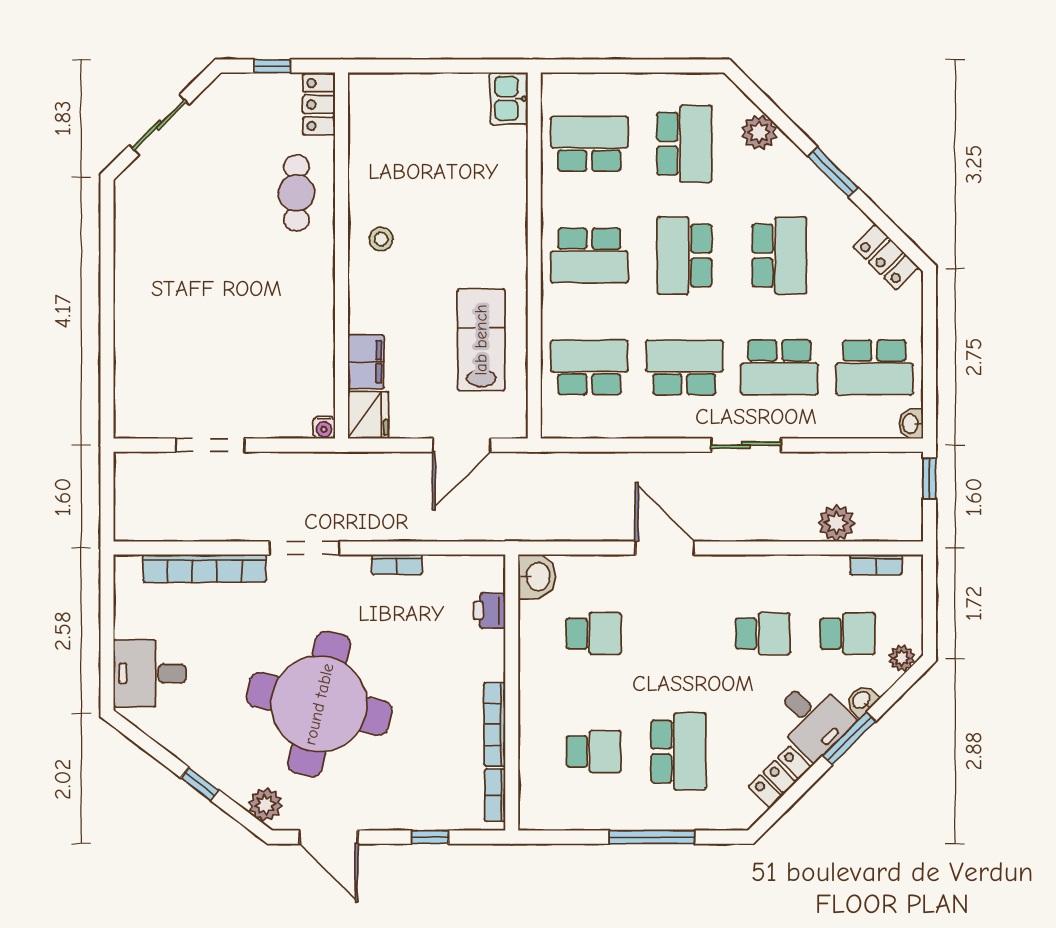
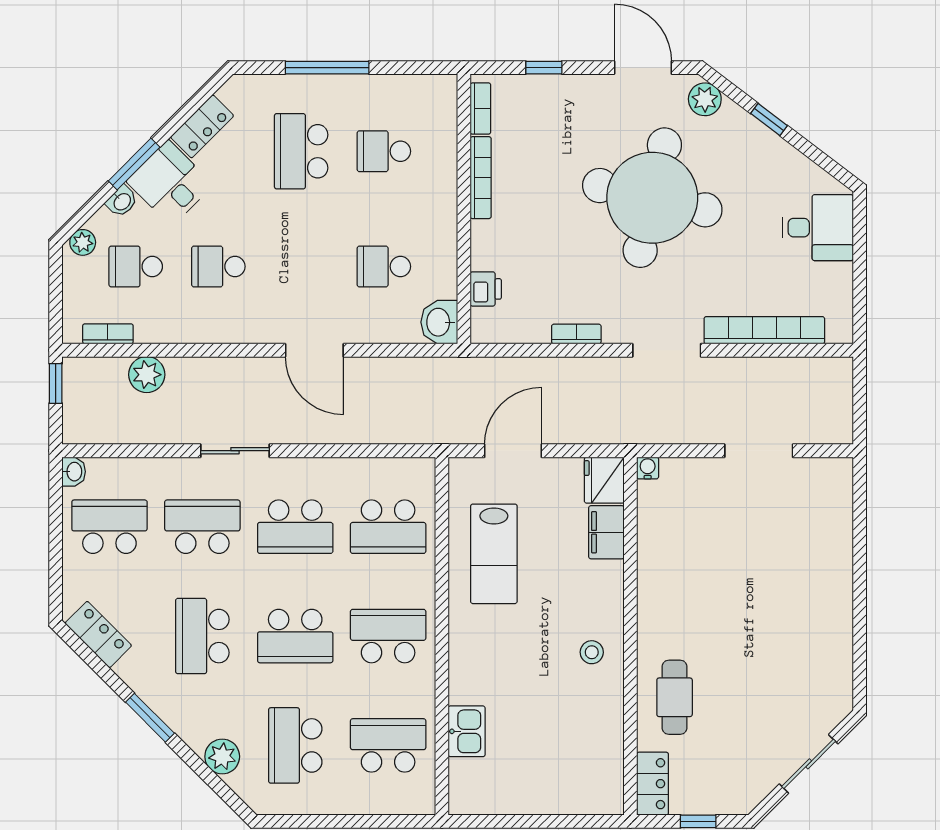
kitchen sink: (509, 98) -> (467, 731), moved
school desk: (589, 144) -> (388, 745), turned 180
school desk: (684, 256) -> (295, 636), turned 90
window: (929, 478) -> (56, 383), moved

